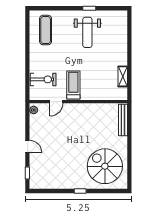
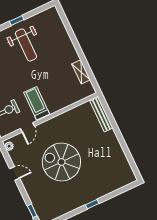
door: (27, 146) -> (15, 173), moved
spiral stairs: (105, 166) -> (61, 162), moved

